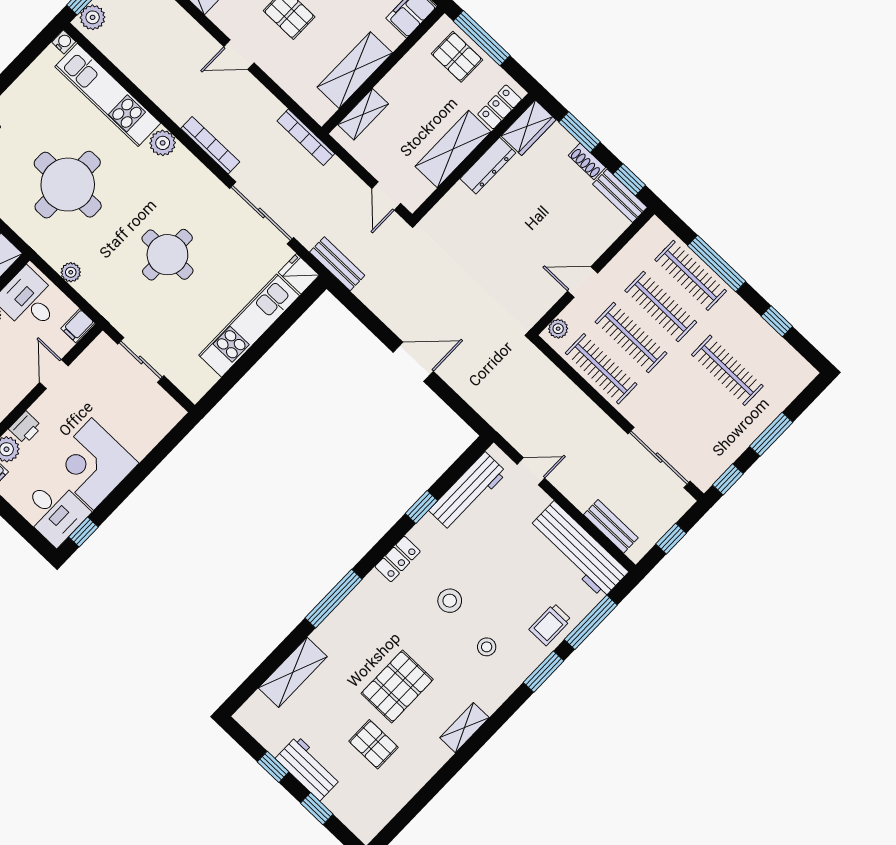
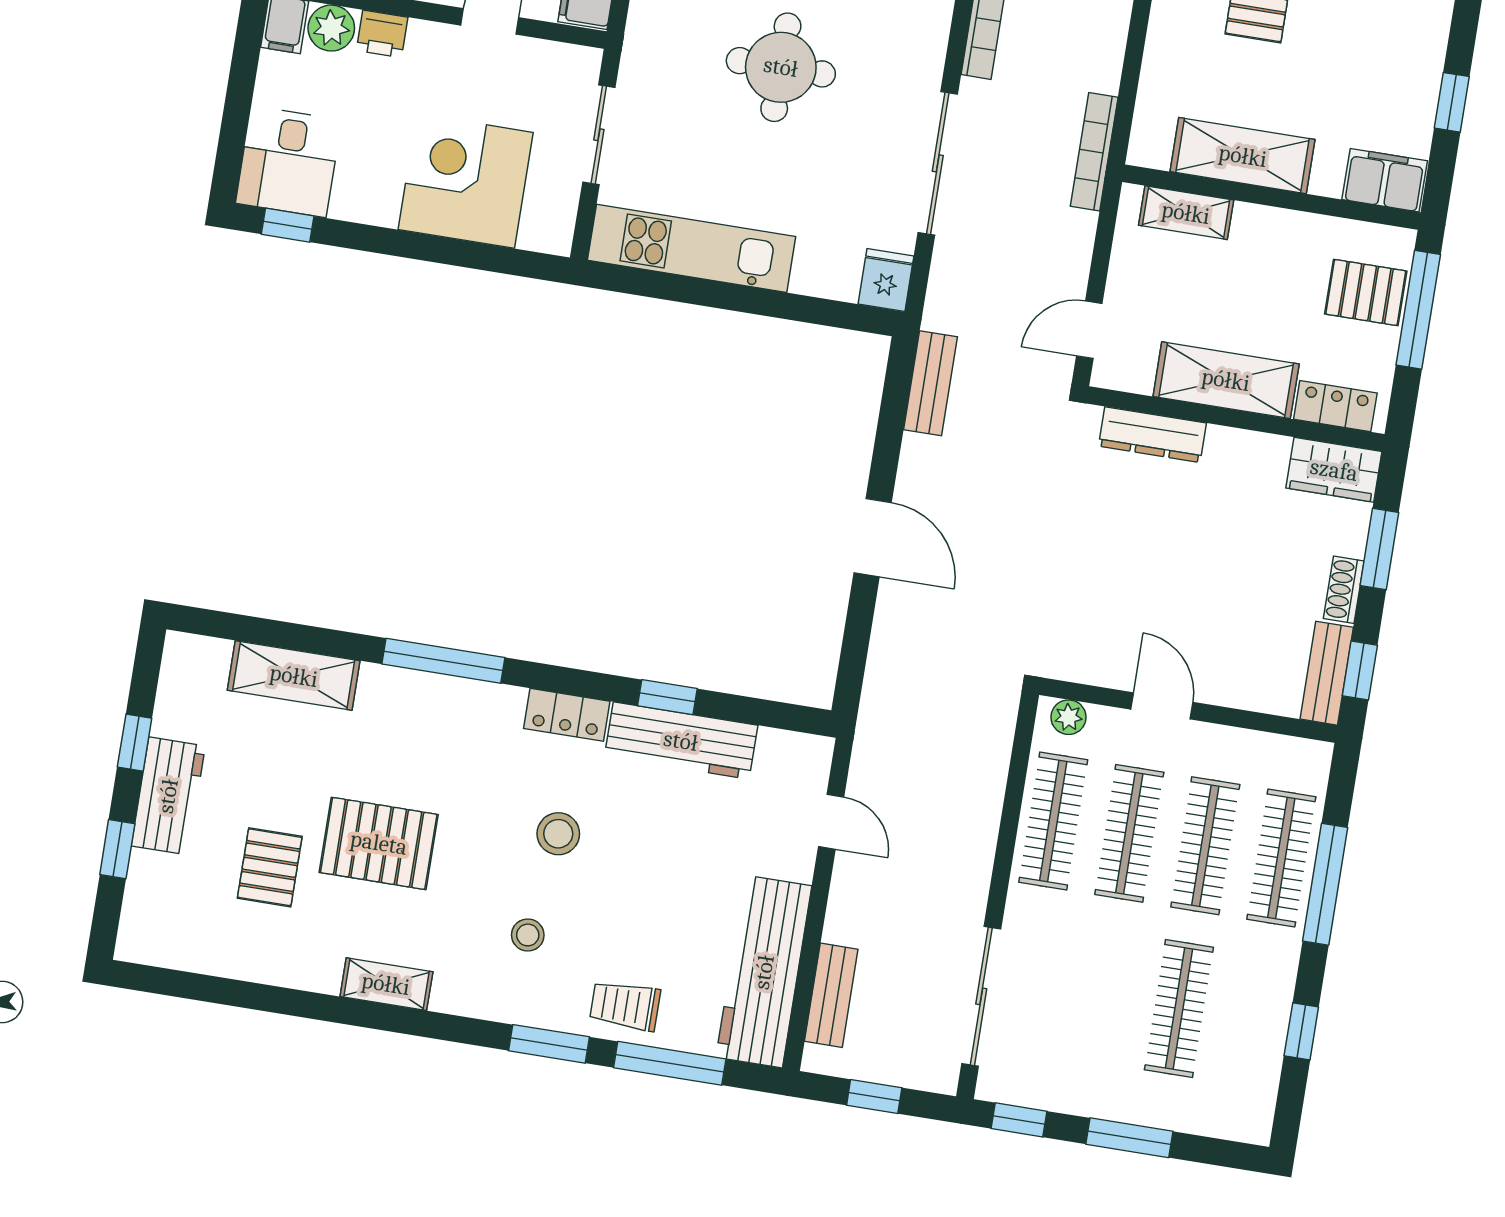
pallet: (457, 57) -> (1366, 292), turned 90
dresser: (488, 166) -> (1152, 435), moved
bench: (337, 264) -> (930, 383), moved
kitchen unit: (249, 326) -> (692, 248), moved
corner desk: (93, 464) -> (466, 181), moved
workbench: (468, 492) -> (681, 741), moved

